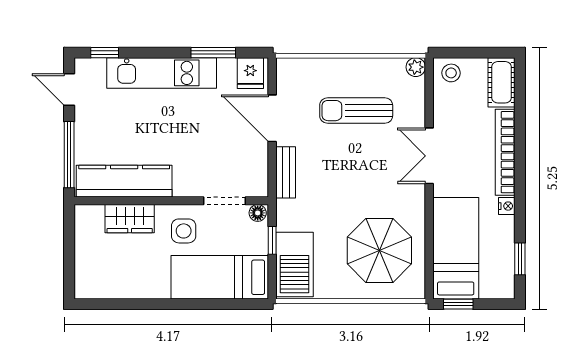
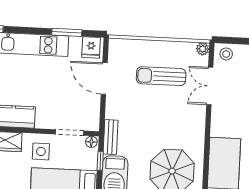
double door: (429, 156) -> (210, 86), moved
bench: (286, 172) -> (111, 137), moved

